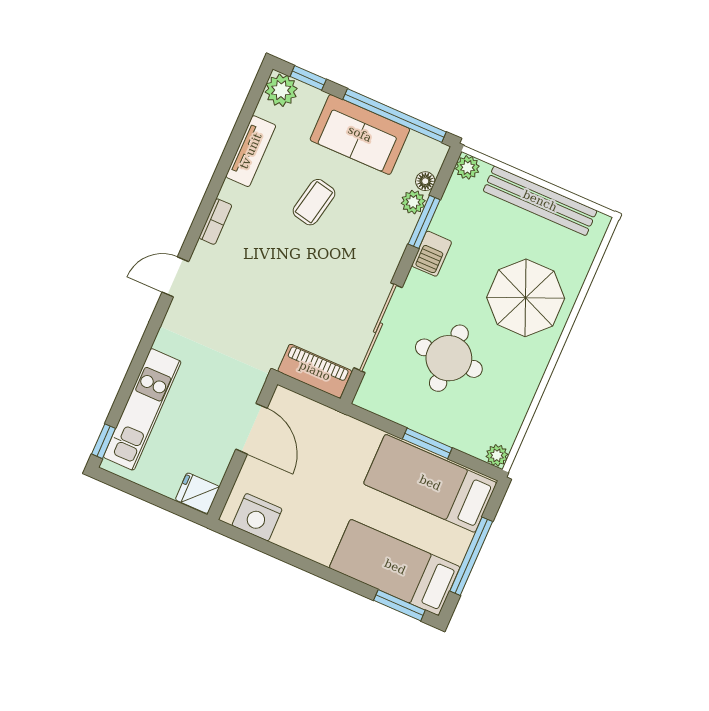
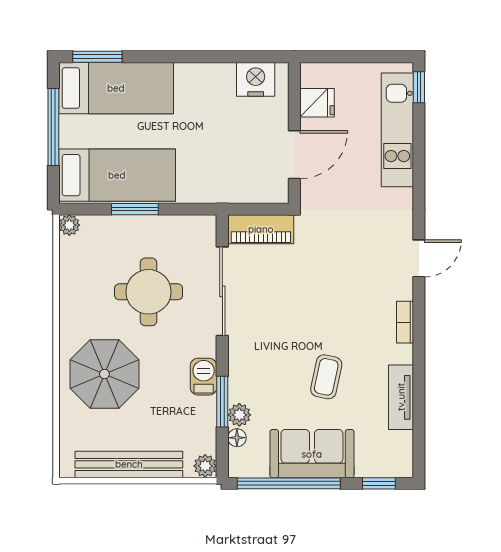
plant: (281, 90) -> (398, 462), removed
door: (252, 429) -> (294, 155), swing flipped
fridge: (197, 493) -> (317, 103), moved

